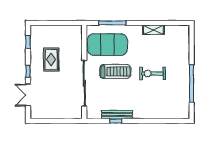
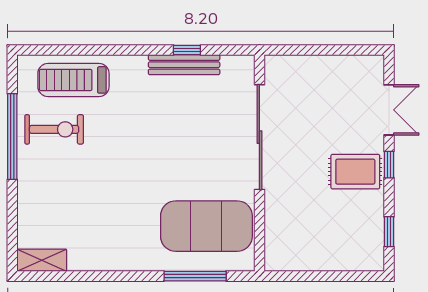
shelving: (154, 30) -> (42, 260), moved
rug: (51, 60) -> (355, 172), moved, turned 90
treadmill: (115, 71) -> (73, 80), moved
exercise bike: (153, 73) -> (54, 129), moved

